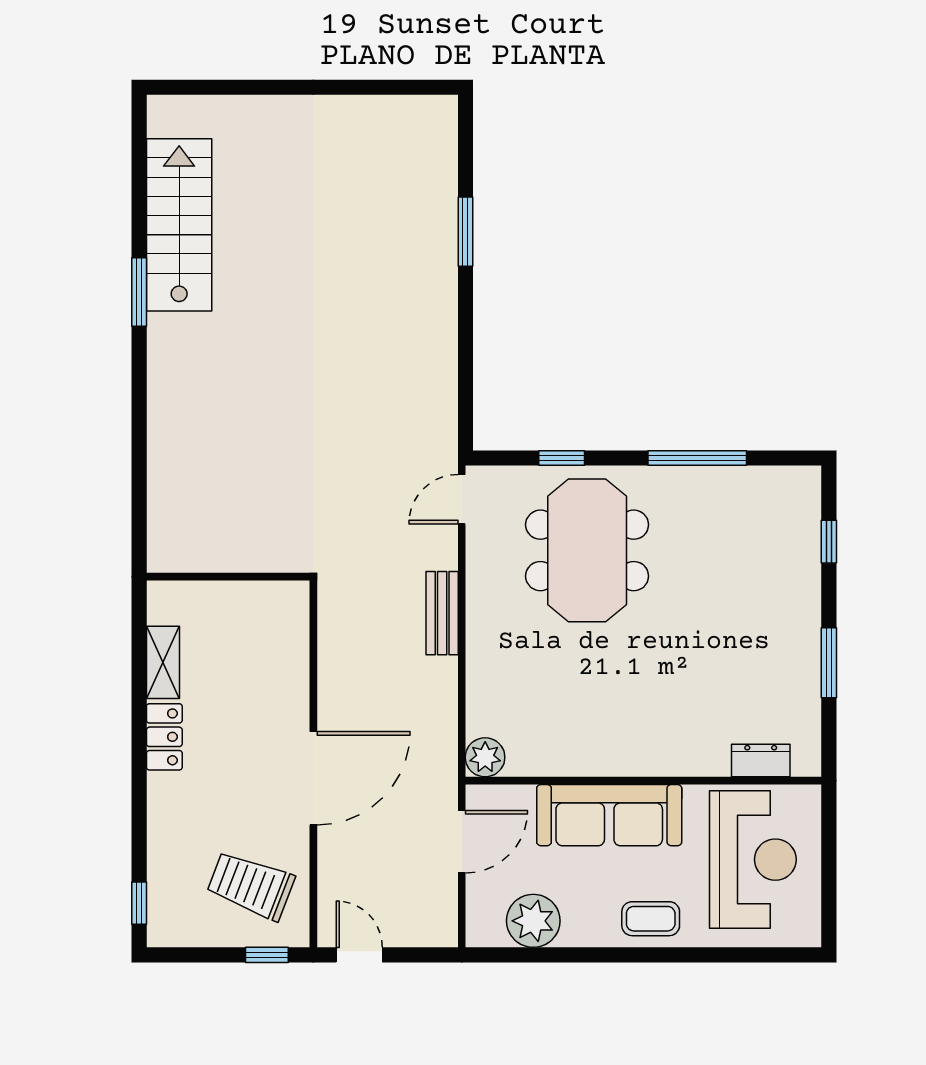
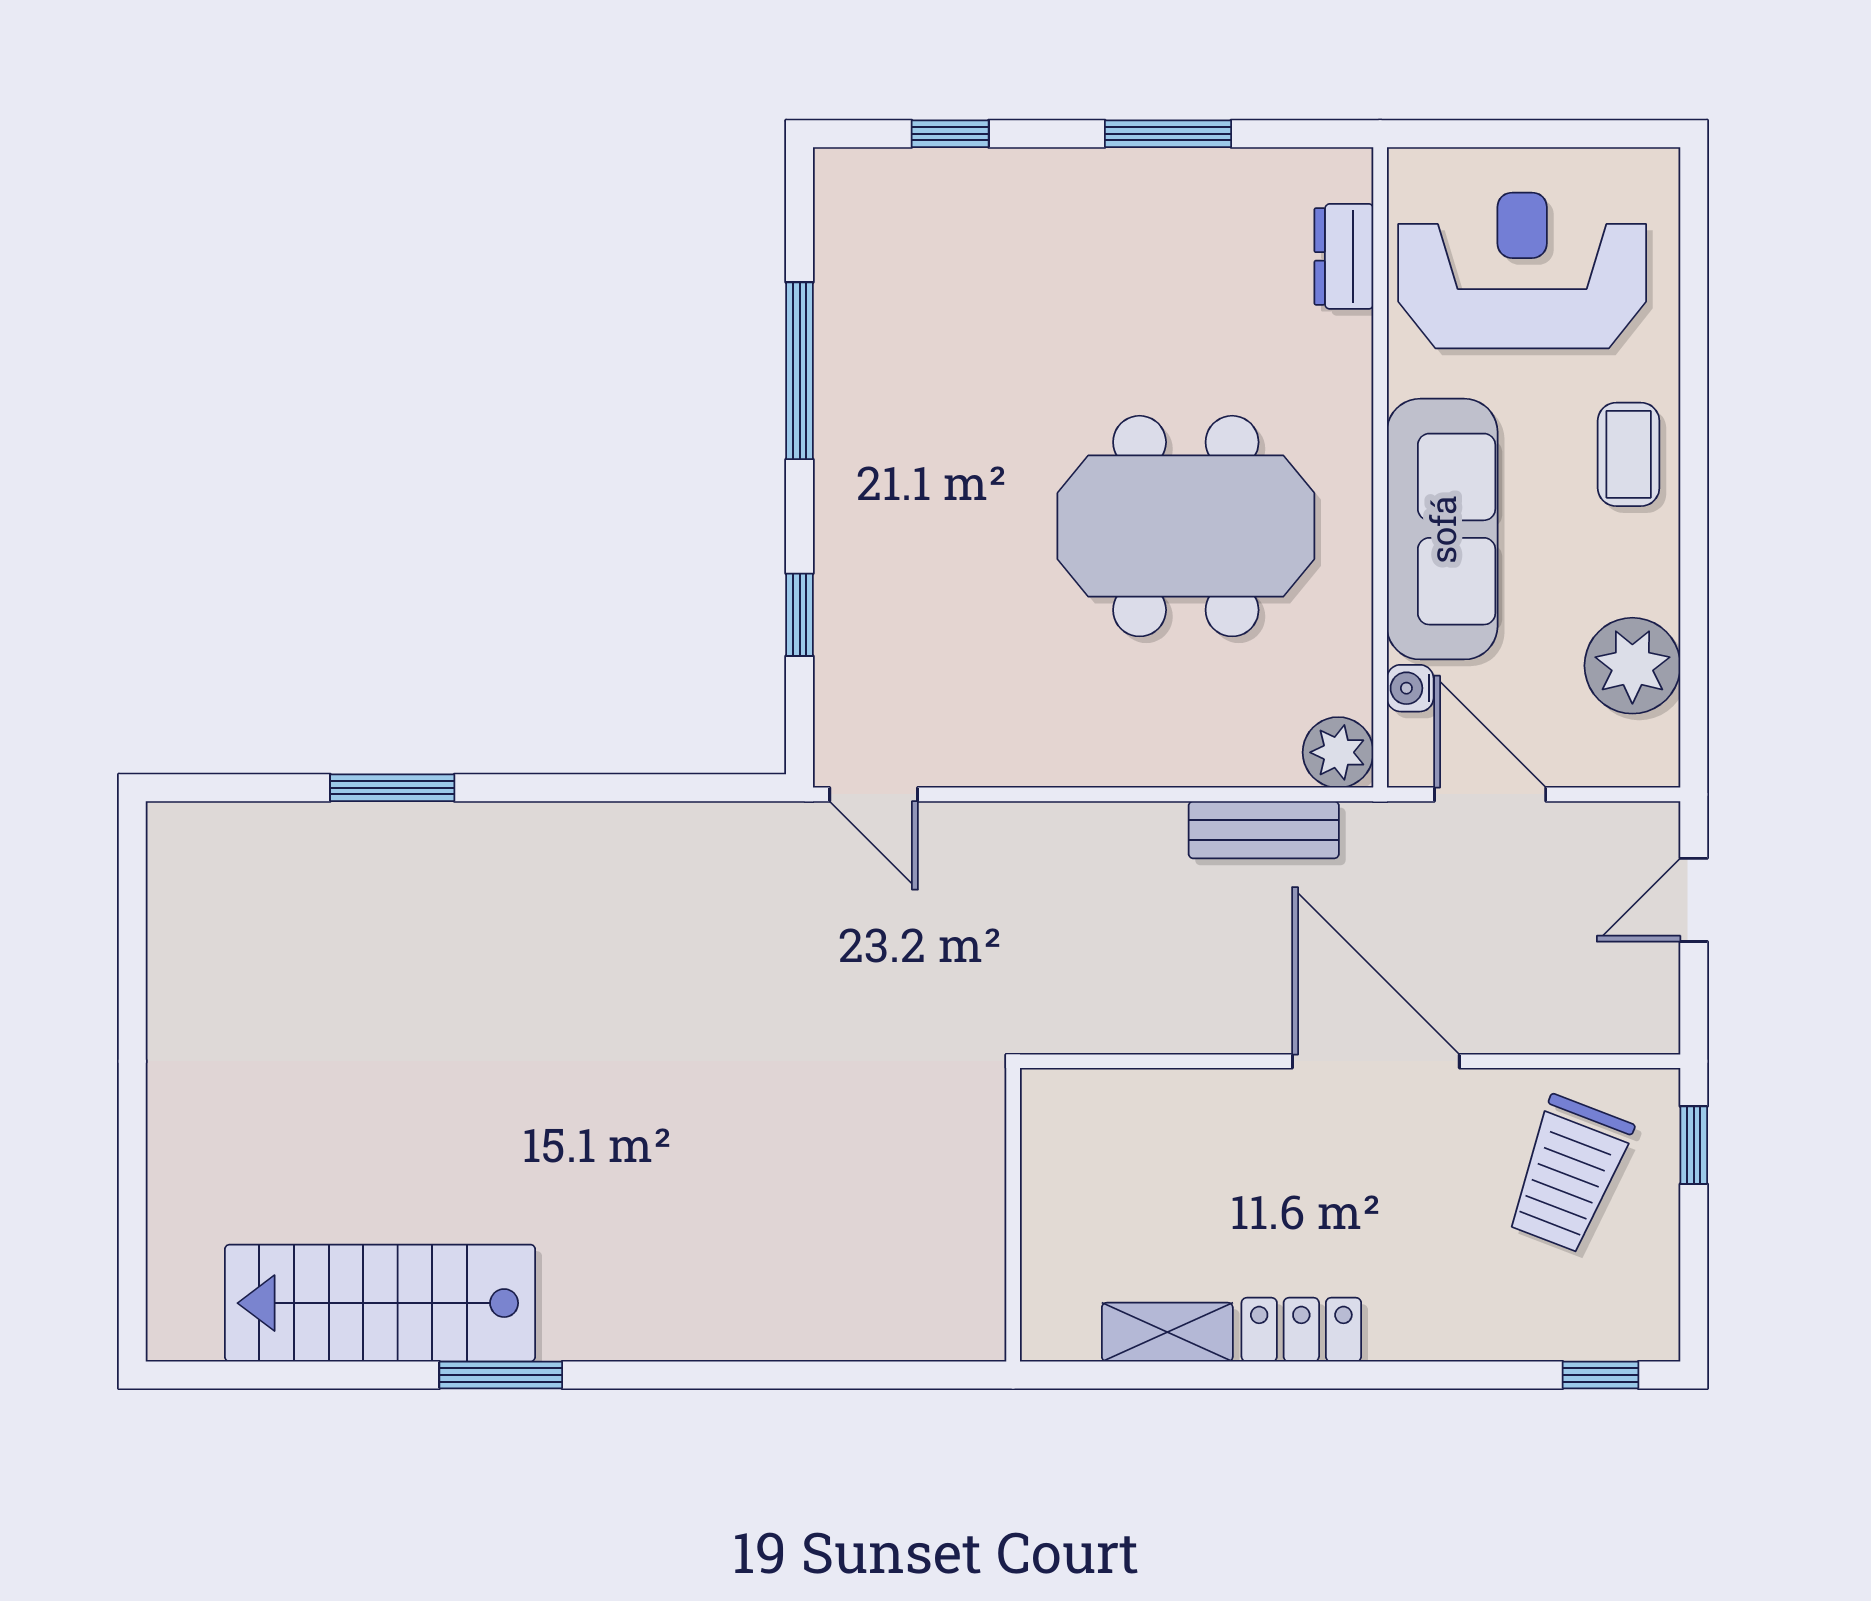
meeting table: (587, 550) -> (1186, 526), moved
bench: (442, 613) -> (1264, 830), moved
water cooler: (521, 797) -> (1410, 688), added
door: (359, 955) -> (1694, 900), moved

